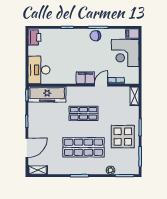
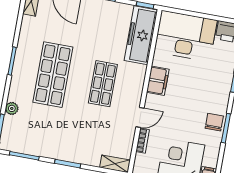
desk: (39, 70) -> (186, 36), width x1.36, depth x1.30
filing cabinet: (85, 78) -> (158, 81), moved
door: (101, 85) -> (140, 117), hinge flipped
display table: (123, 137) -> (58, 136), removed

